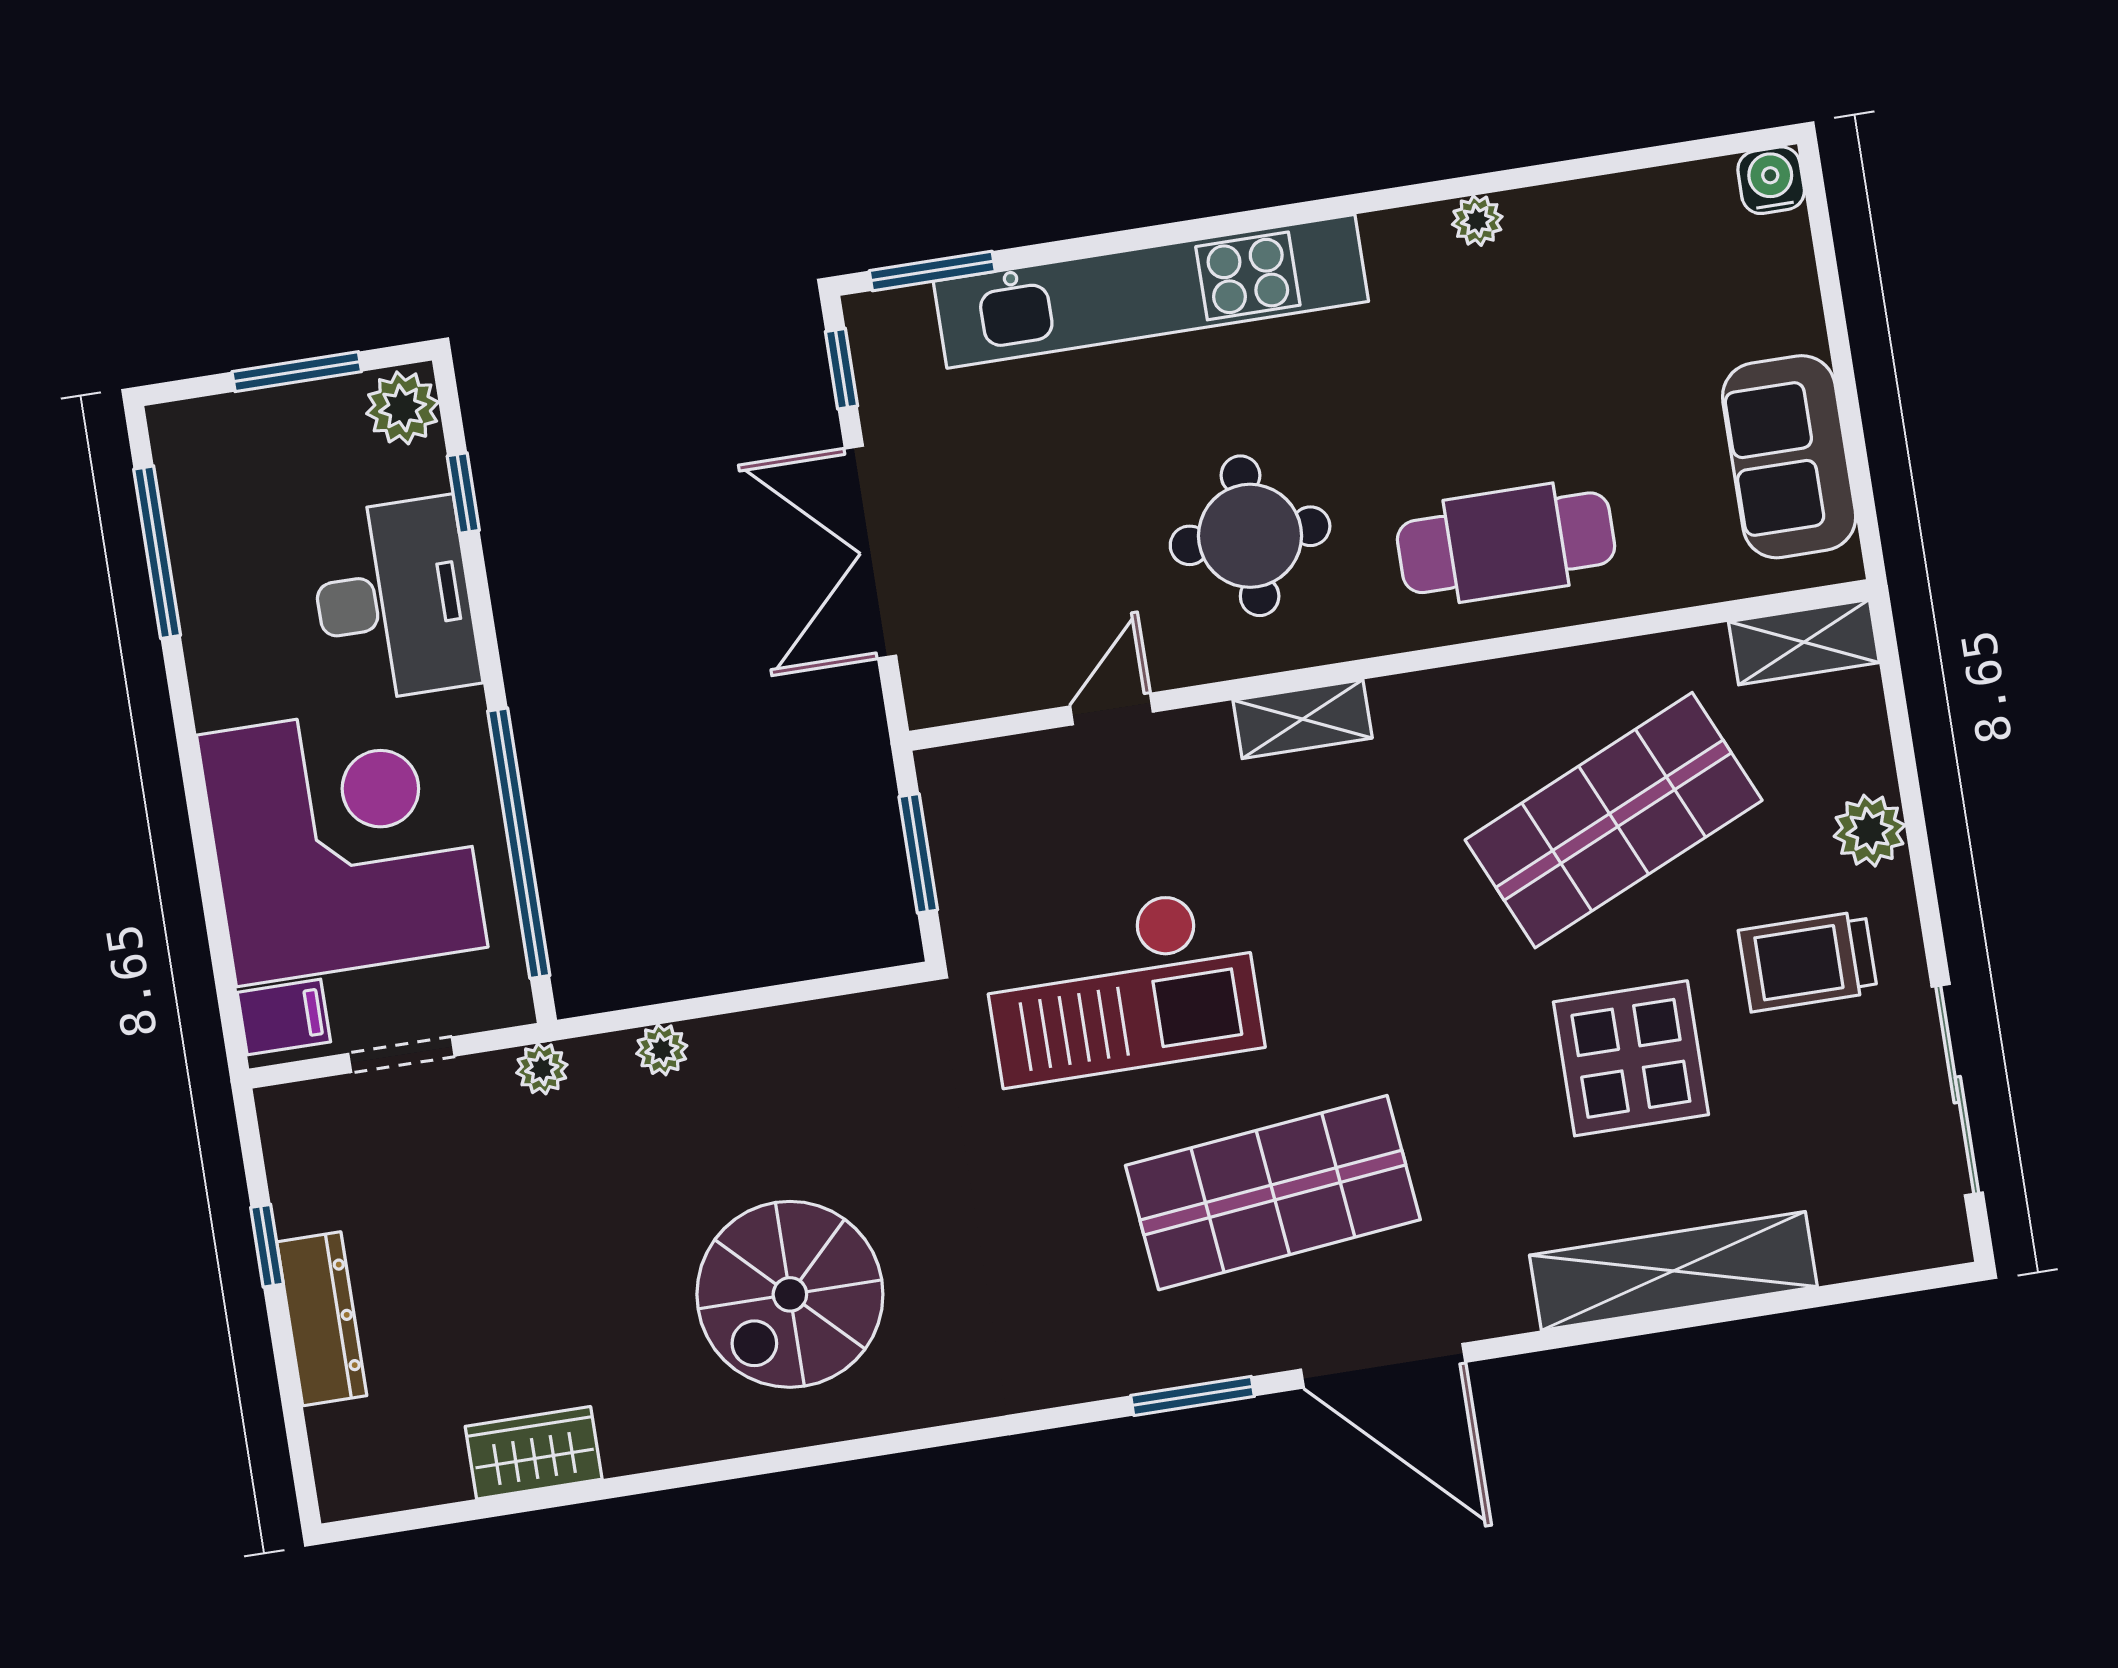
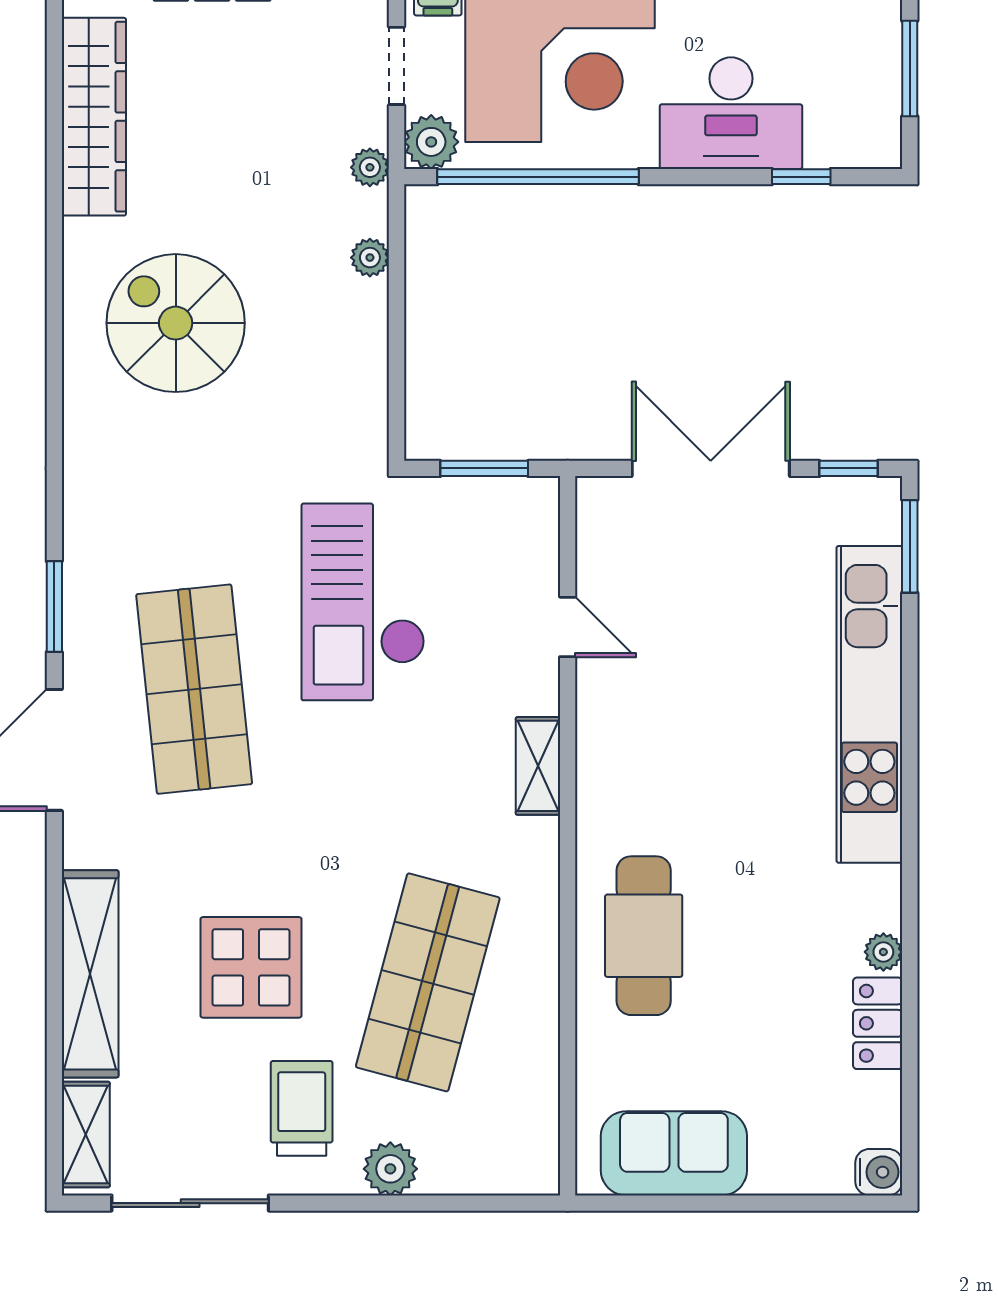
locker: (1573, 213) -> (878, 1023), added
plant: (403, 408) -> (431, 142), moved
round table: (1250, 536) -> (679, 749), removed
shelving: (1804, 642) -> (86, 1135), moved
shop shelf: (1614, 820) -> (428, 982), turned 39
wardrobe: (534, 1453) -> (94, 117), width x2.10, depth x1.17

